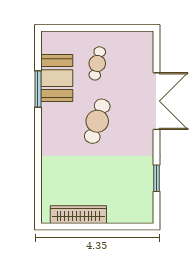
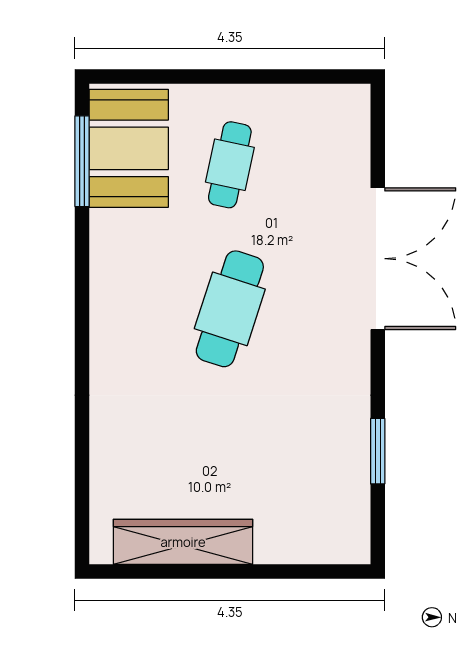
booth: (57, 78) -> (129, 148), moved
window: (38, 89) -> (82, 161), moved

